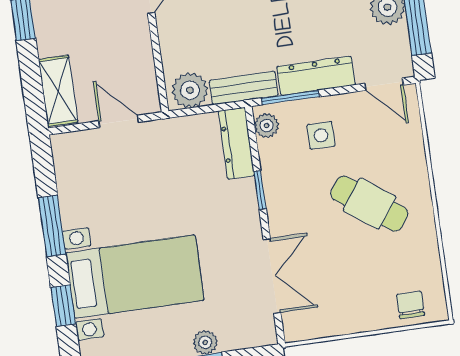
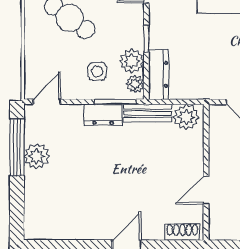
dresser: (316, 76) -> (103, 115), width x0.70
door: (384, 84) -> (47, 102), hinge flipped
plant: (276, 156) -> (132, 61), added

